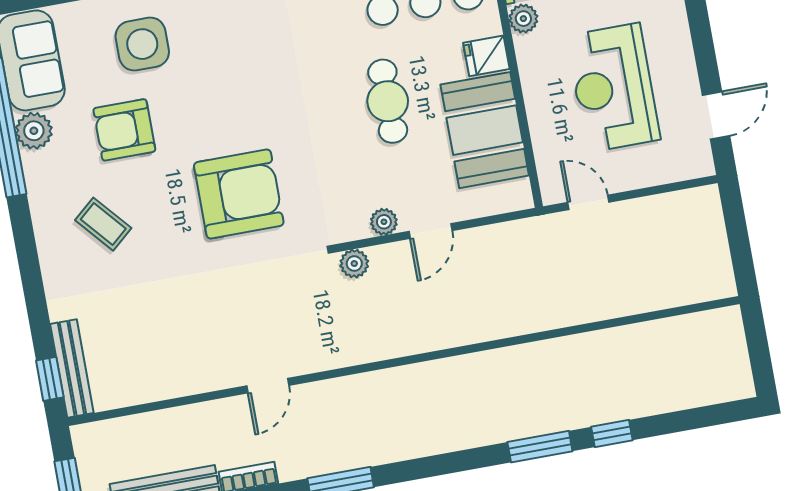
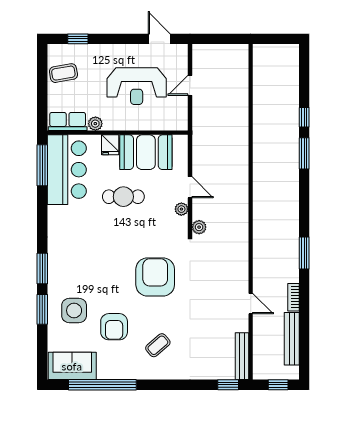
plant: (34, 131) -> (107, 371), removed
door: (588, 202) -> (190, 85), moved
bench: (72, 368) -> (242, 356), moved, turned 90
door: (268, 386) -> (251, 304), moved

